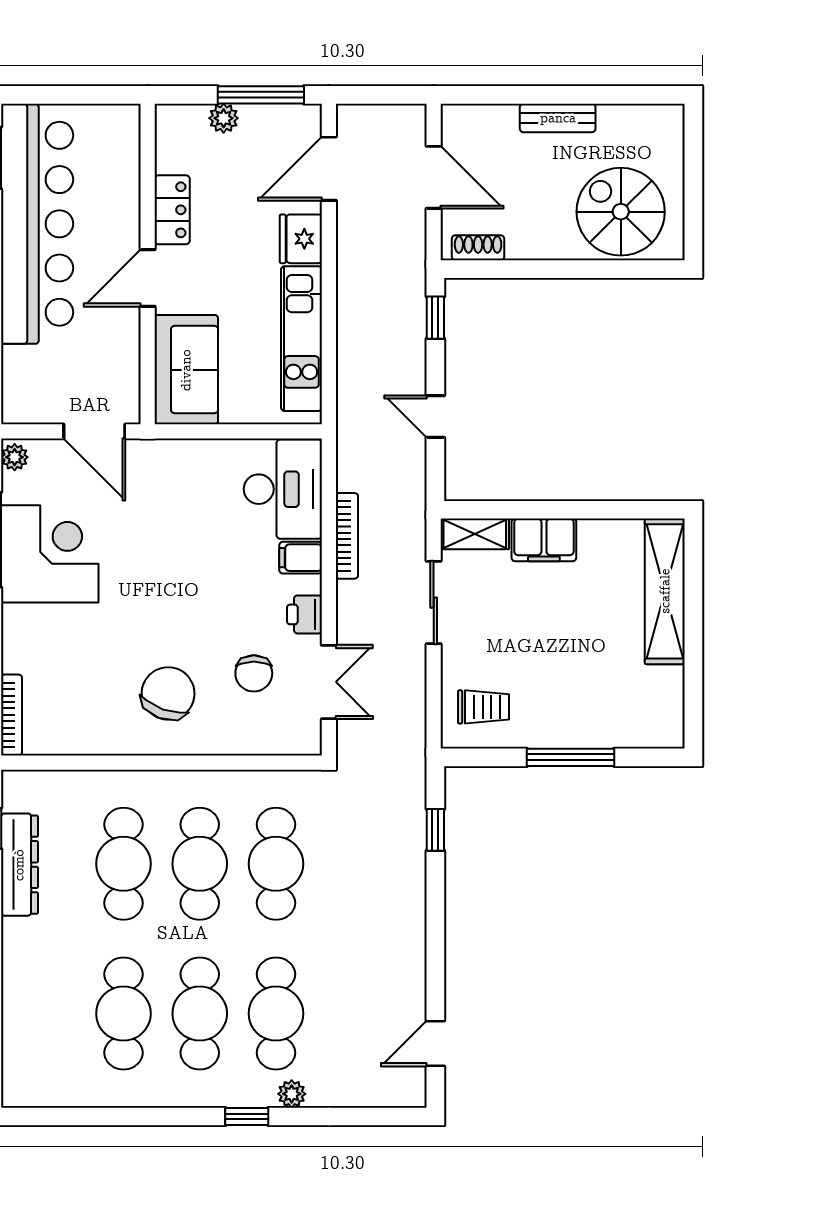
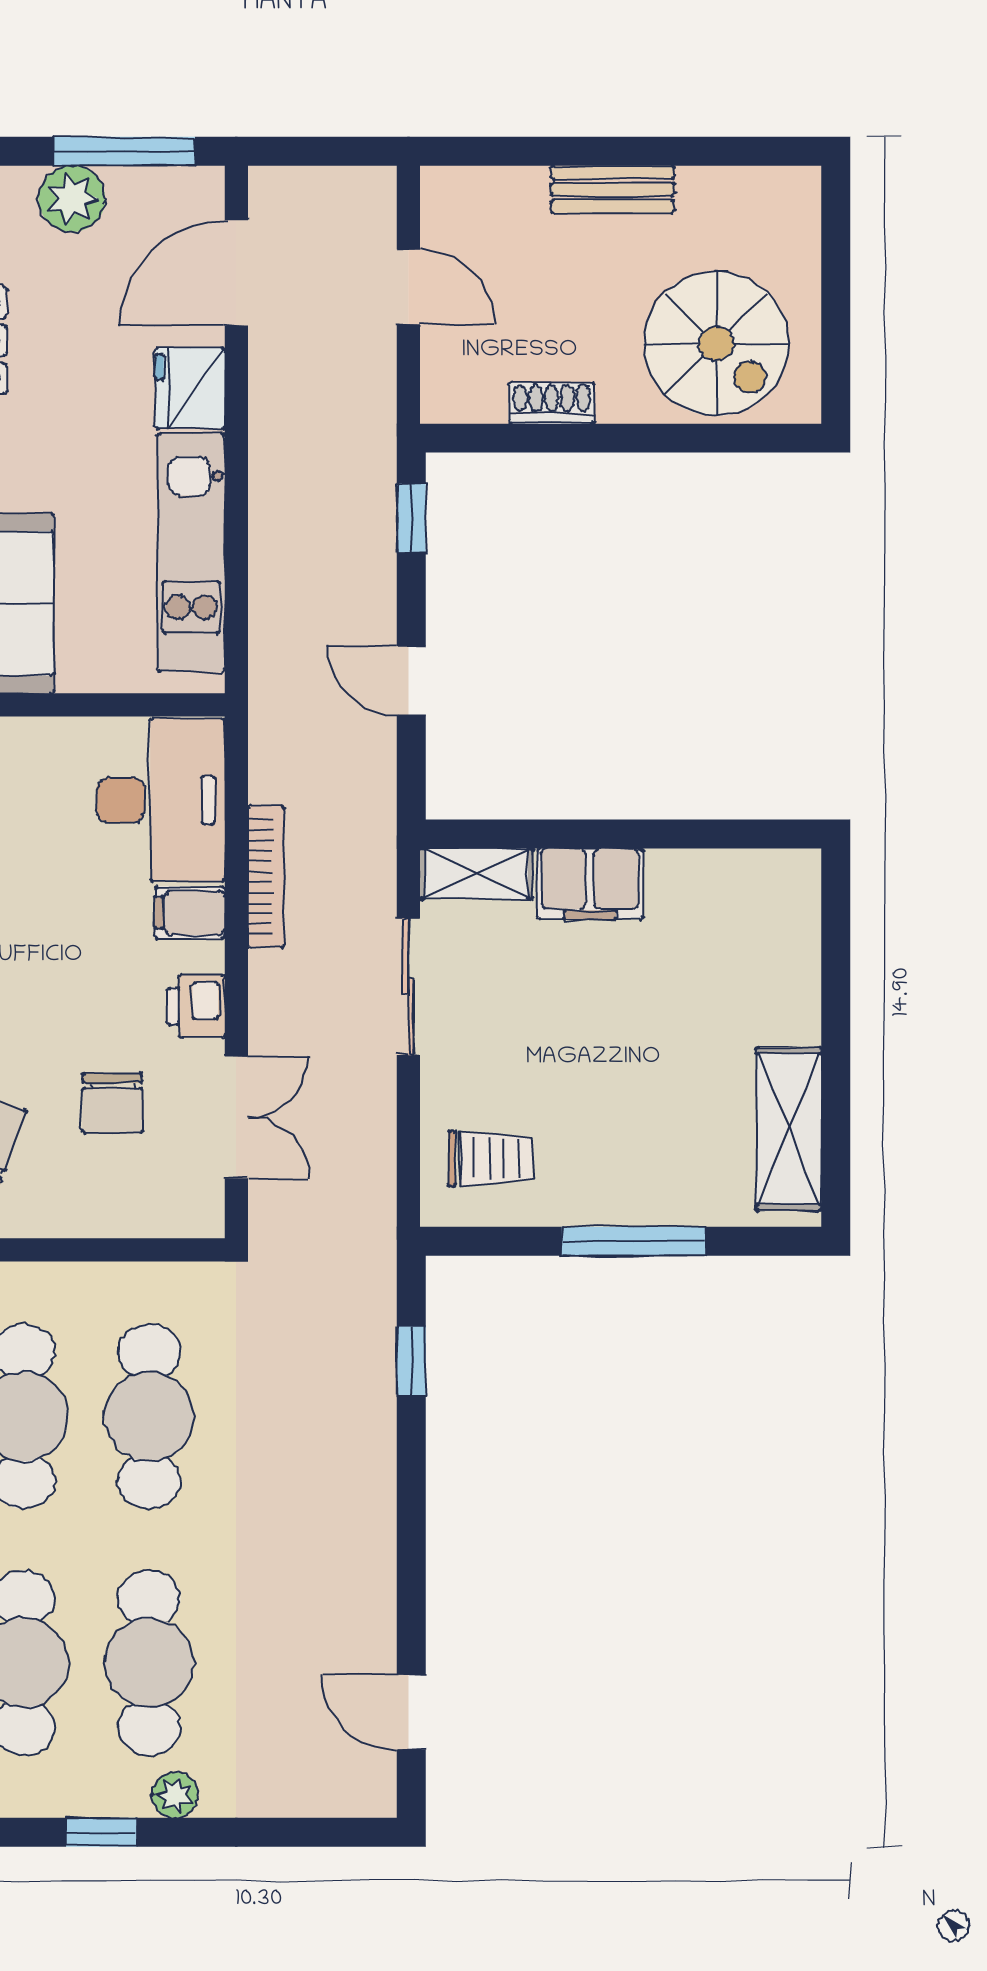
plant: (224, 118) -> (72, 199), width x1.38, depth x1.38
door: (434, 177) -> (408, 287), width x0.73
spiral stairs: (621, 212) -> (716, 343), turned 180
shoe rack: (478, 248) -> (552, 403), moved
shelving: (665, 591) -> (789, 1129), moved, width x0.68
door: (435, 1043) -> (411, 1712), hinge flipped

